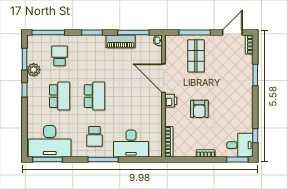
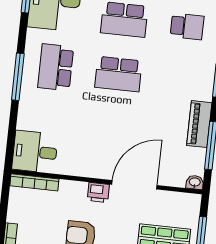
school desk: (94, 136) -> (56, 67), width x1.85
desk: (131, 144) -> (35, 152), moved, width x0.73

